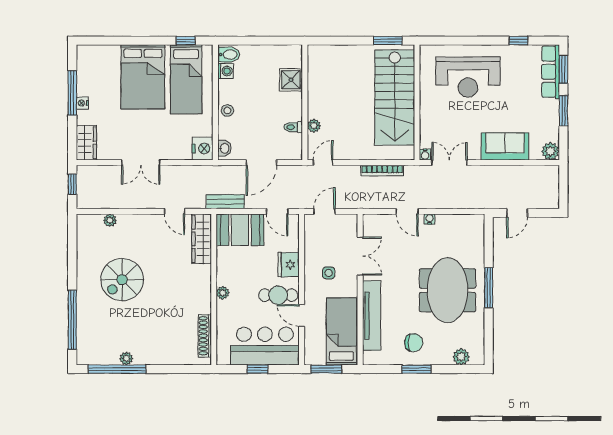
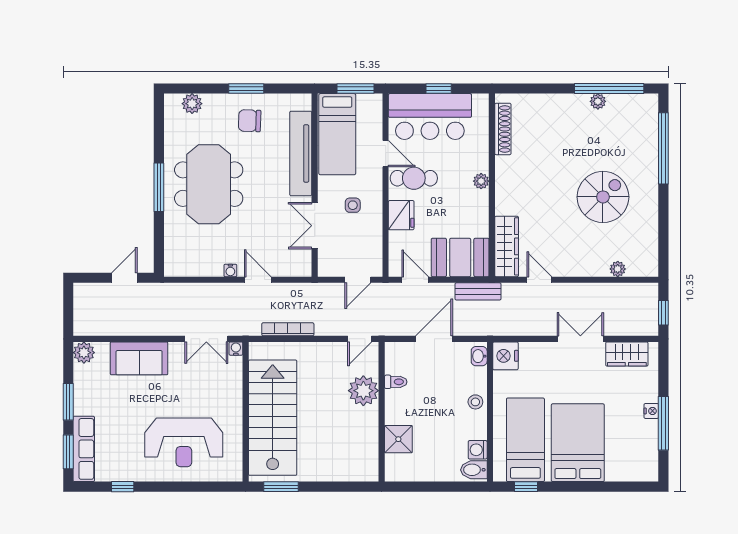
reception desk: (468, 77) -> (184, 442), turned 180
plant: (314, 126) -> (363, 391), width x1.88, depth x1.88
wardrobe: (86, 143) -> (627, 354), moved, turned -90

